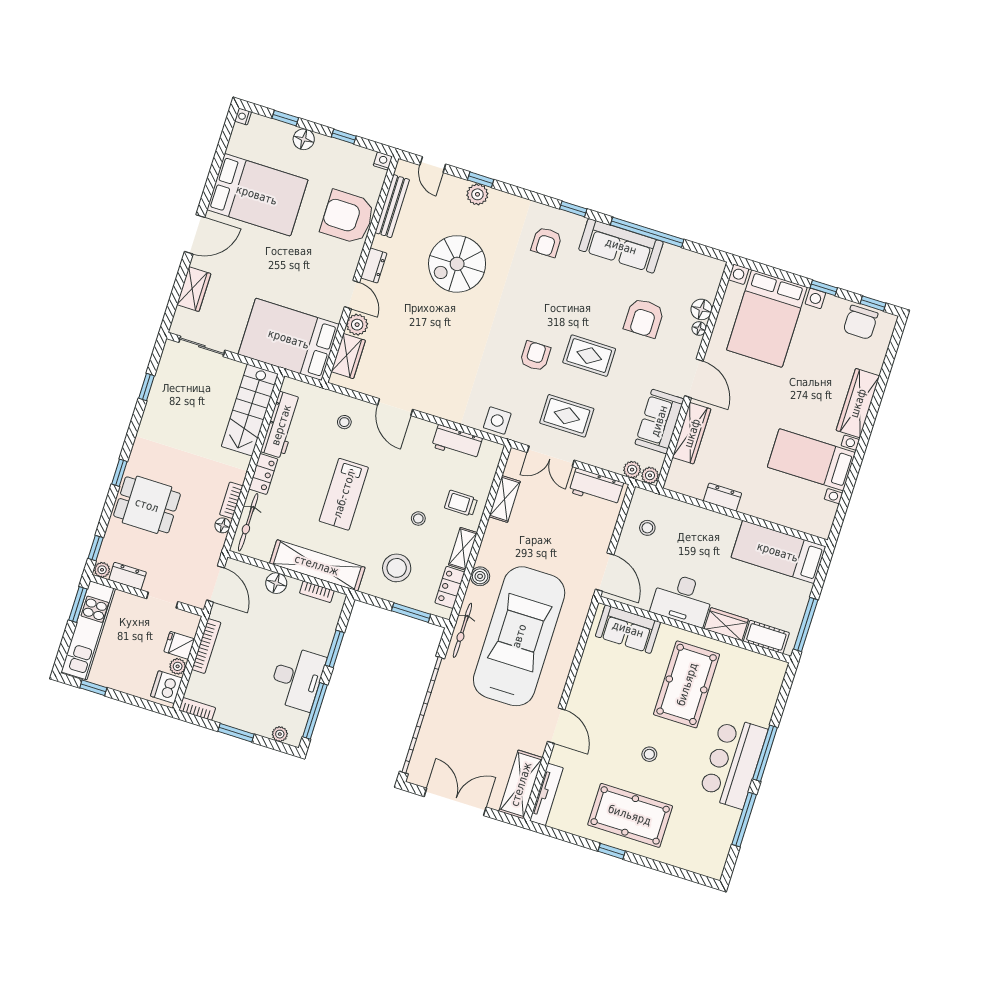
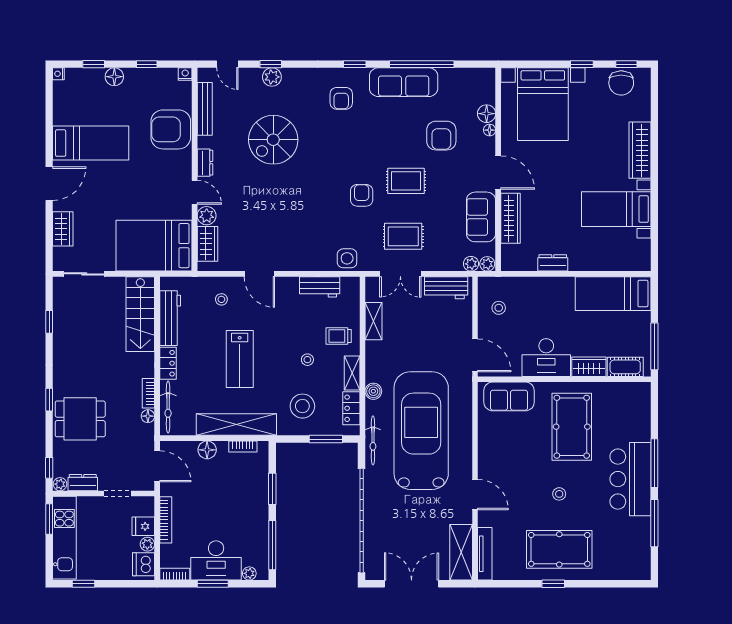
bed: (257, 195) -> (91, 143), width x0.67
desk: (297, 678) -> (216, 560), moved, turned 90

